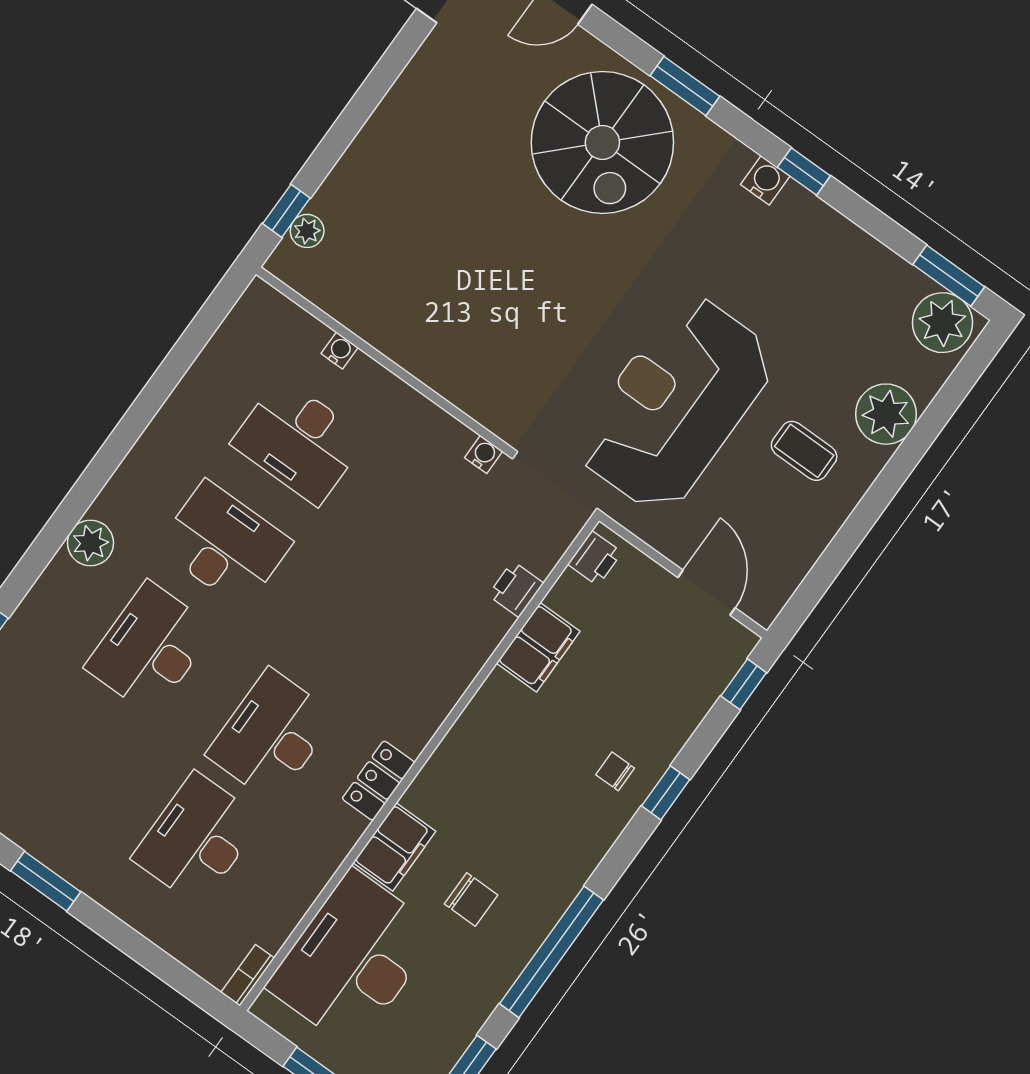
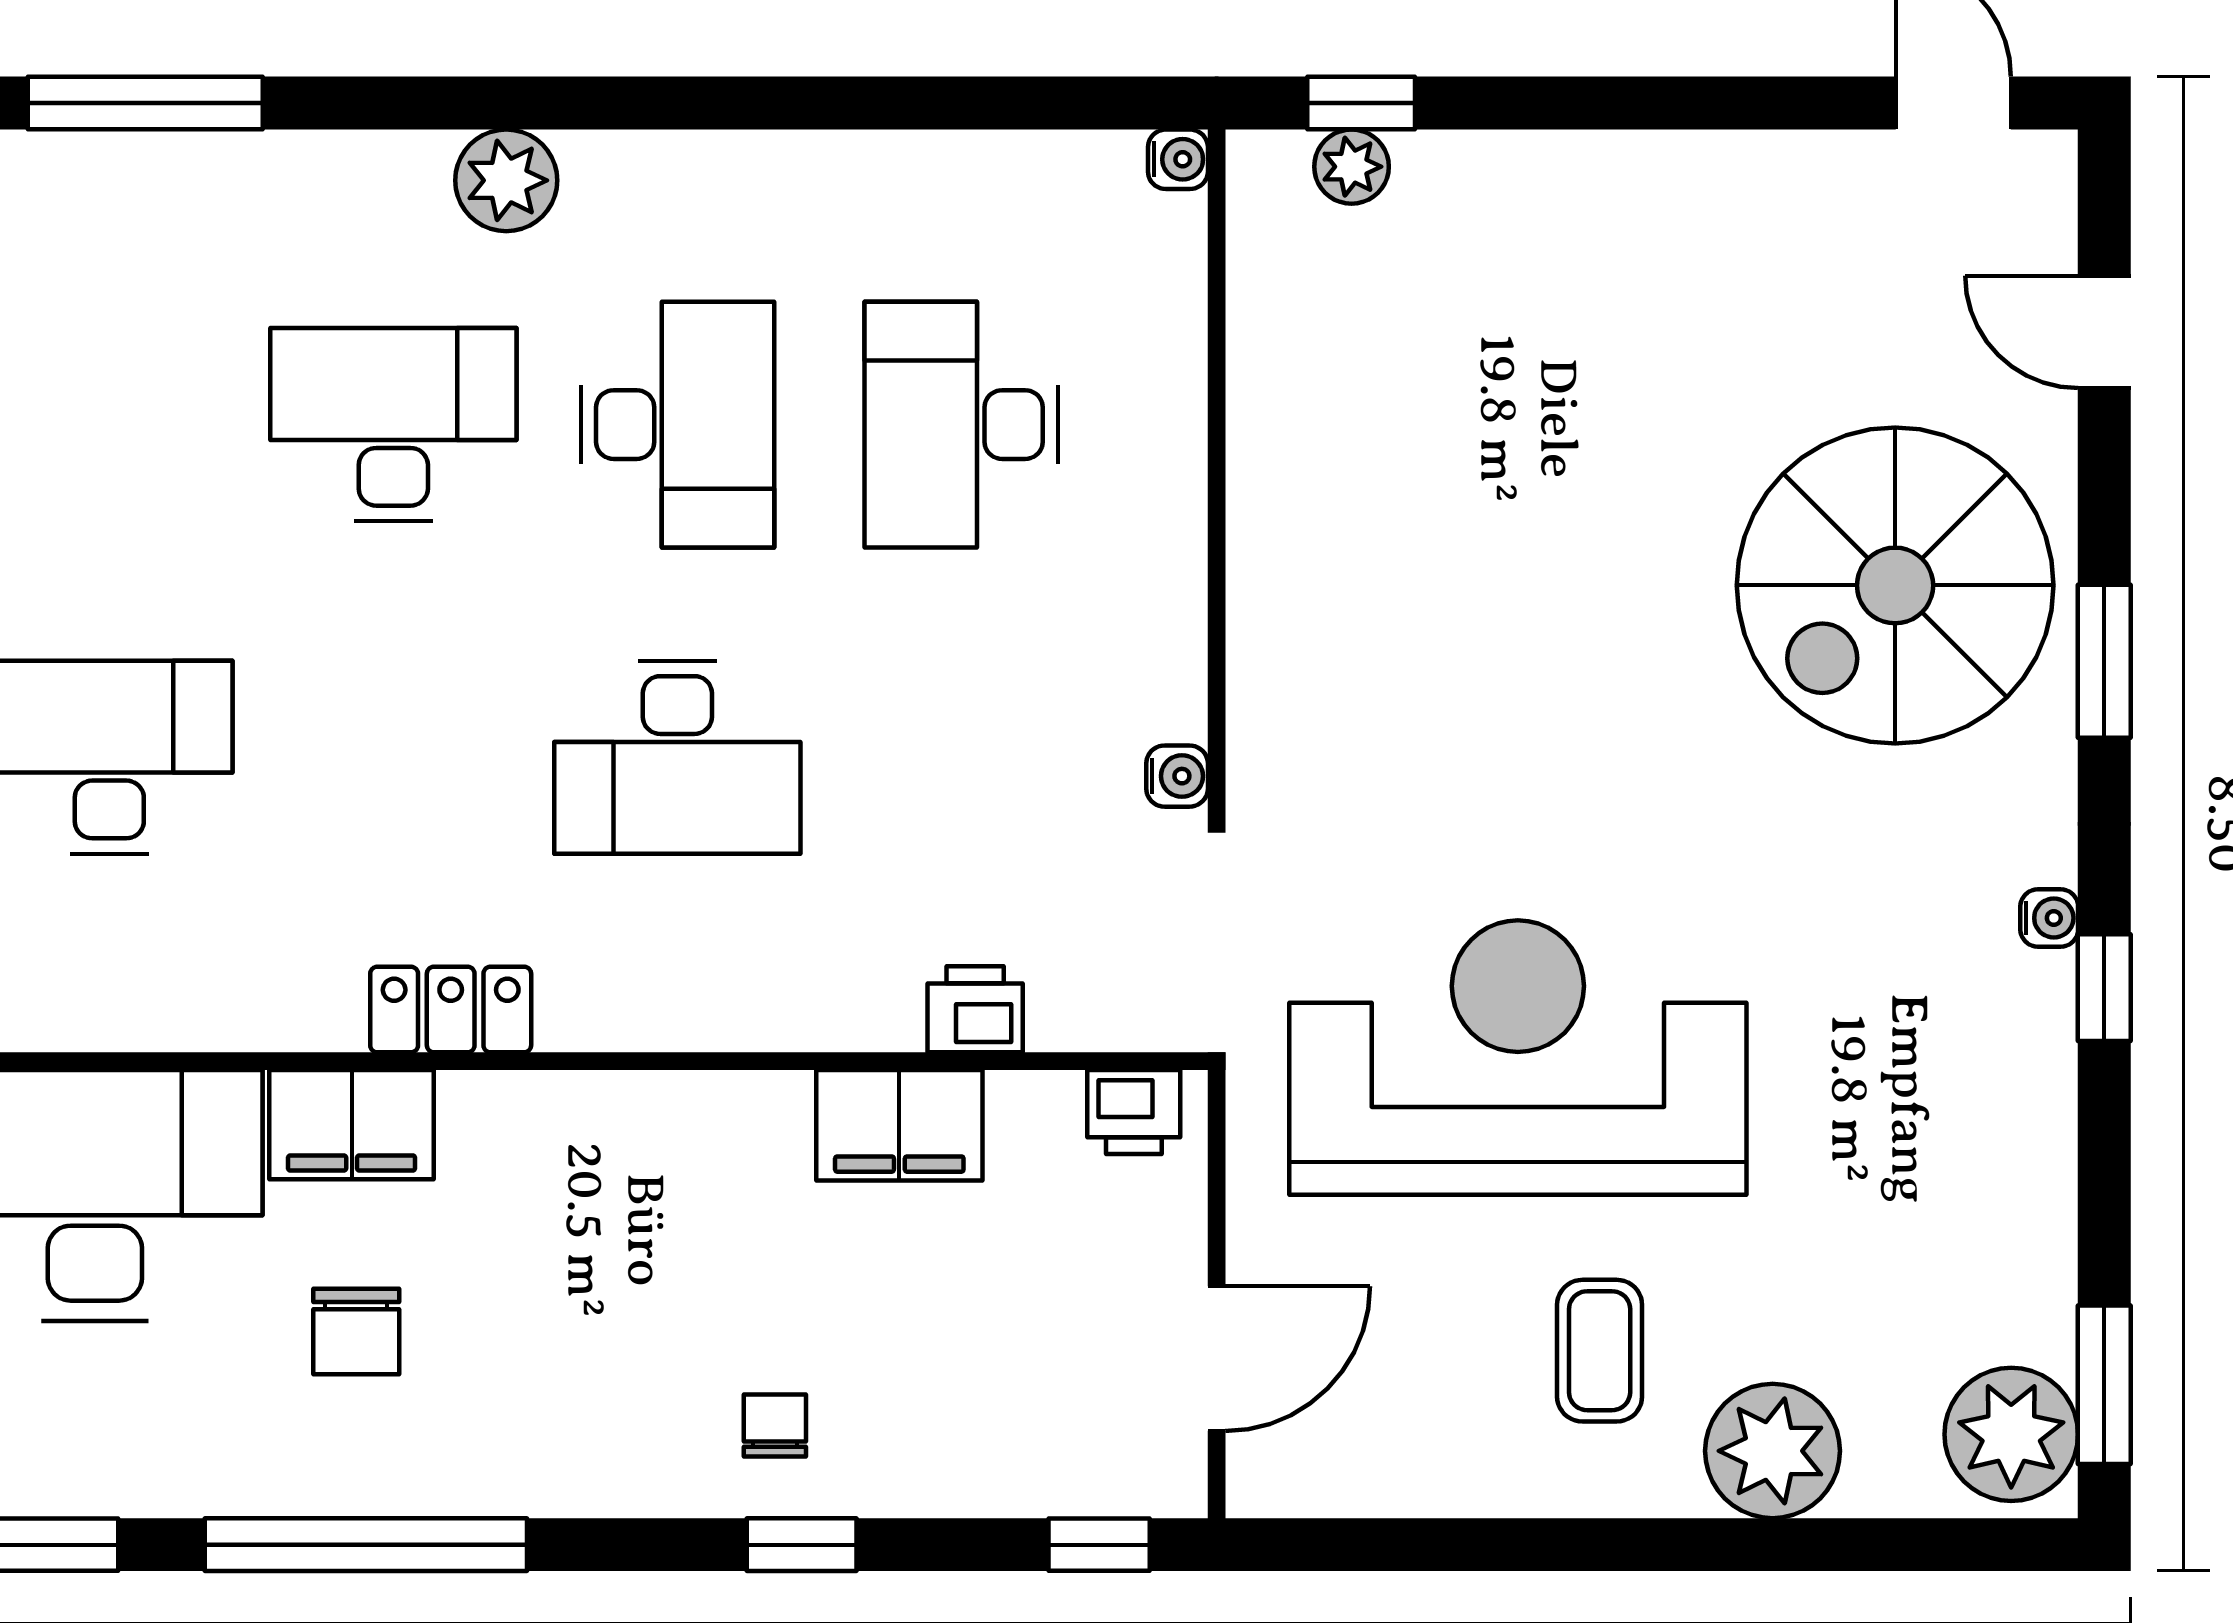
water cooler: (765, 180) -> (2049, 918), width x0.72, depth x0.72
water cooler: (340, 350) -> (1178, 159), moved
desk: (271, 735) -> (677, 757), moved, turned 180

